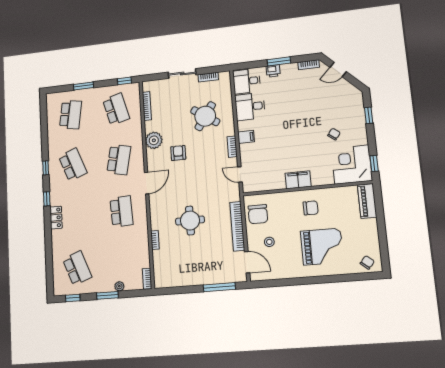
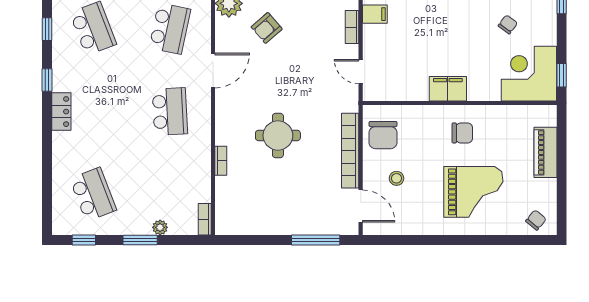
armchair: (178, 153) -> (267, 28), turned -131
piano: (367, 201) -> (545, 152), moved

